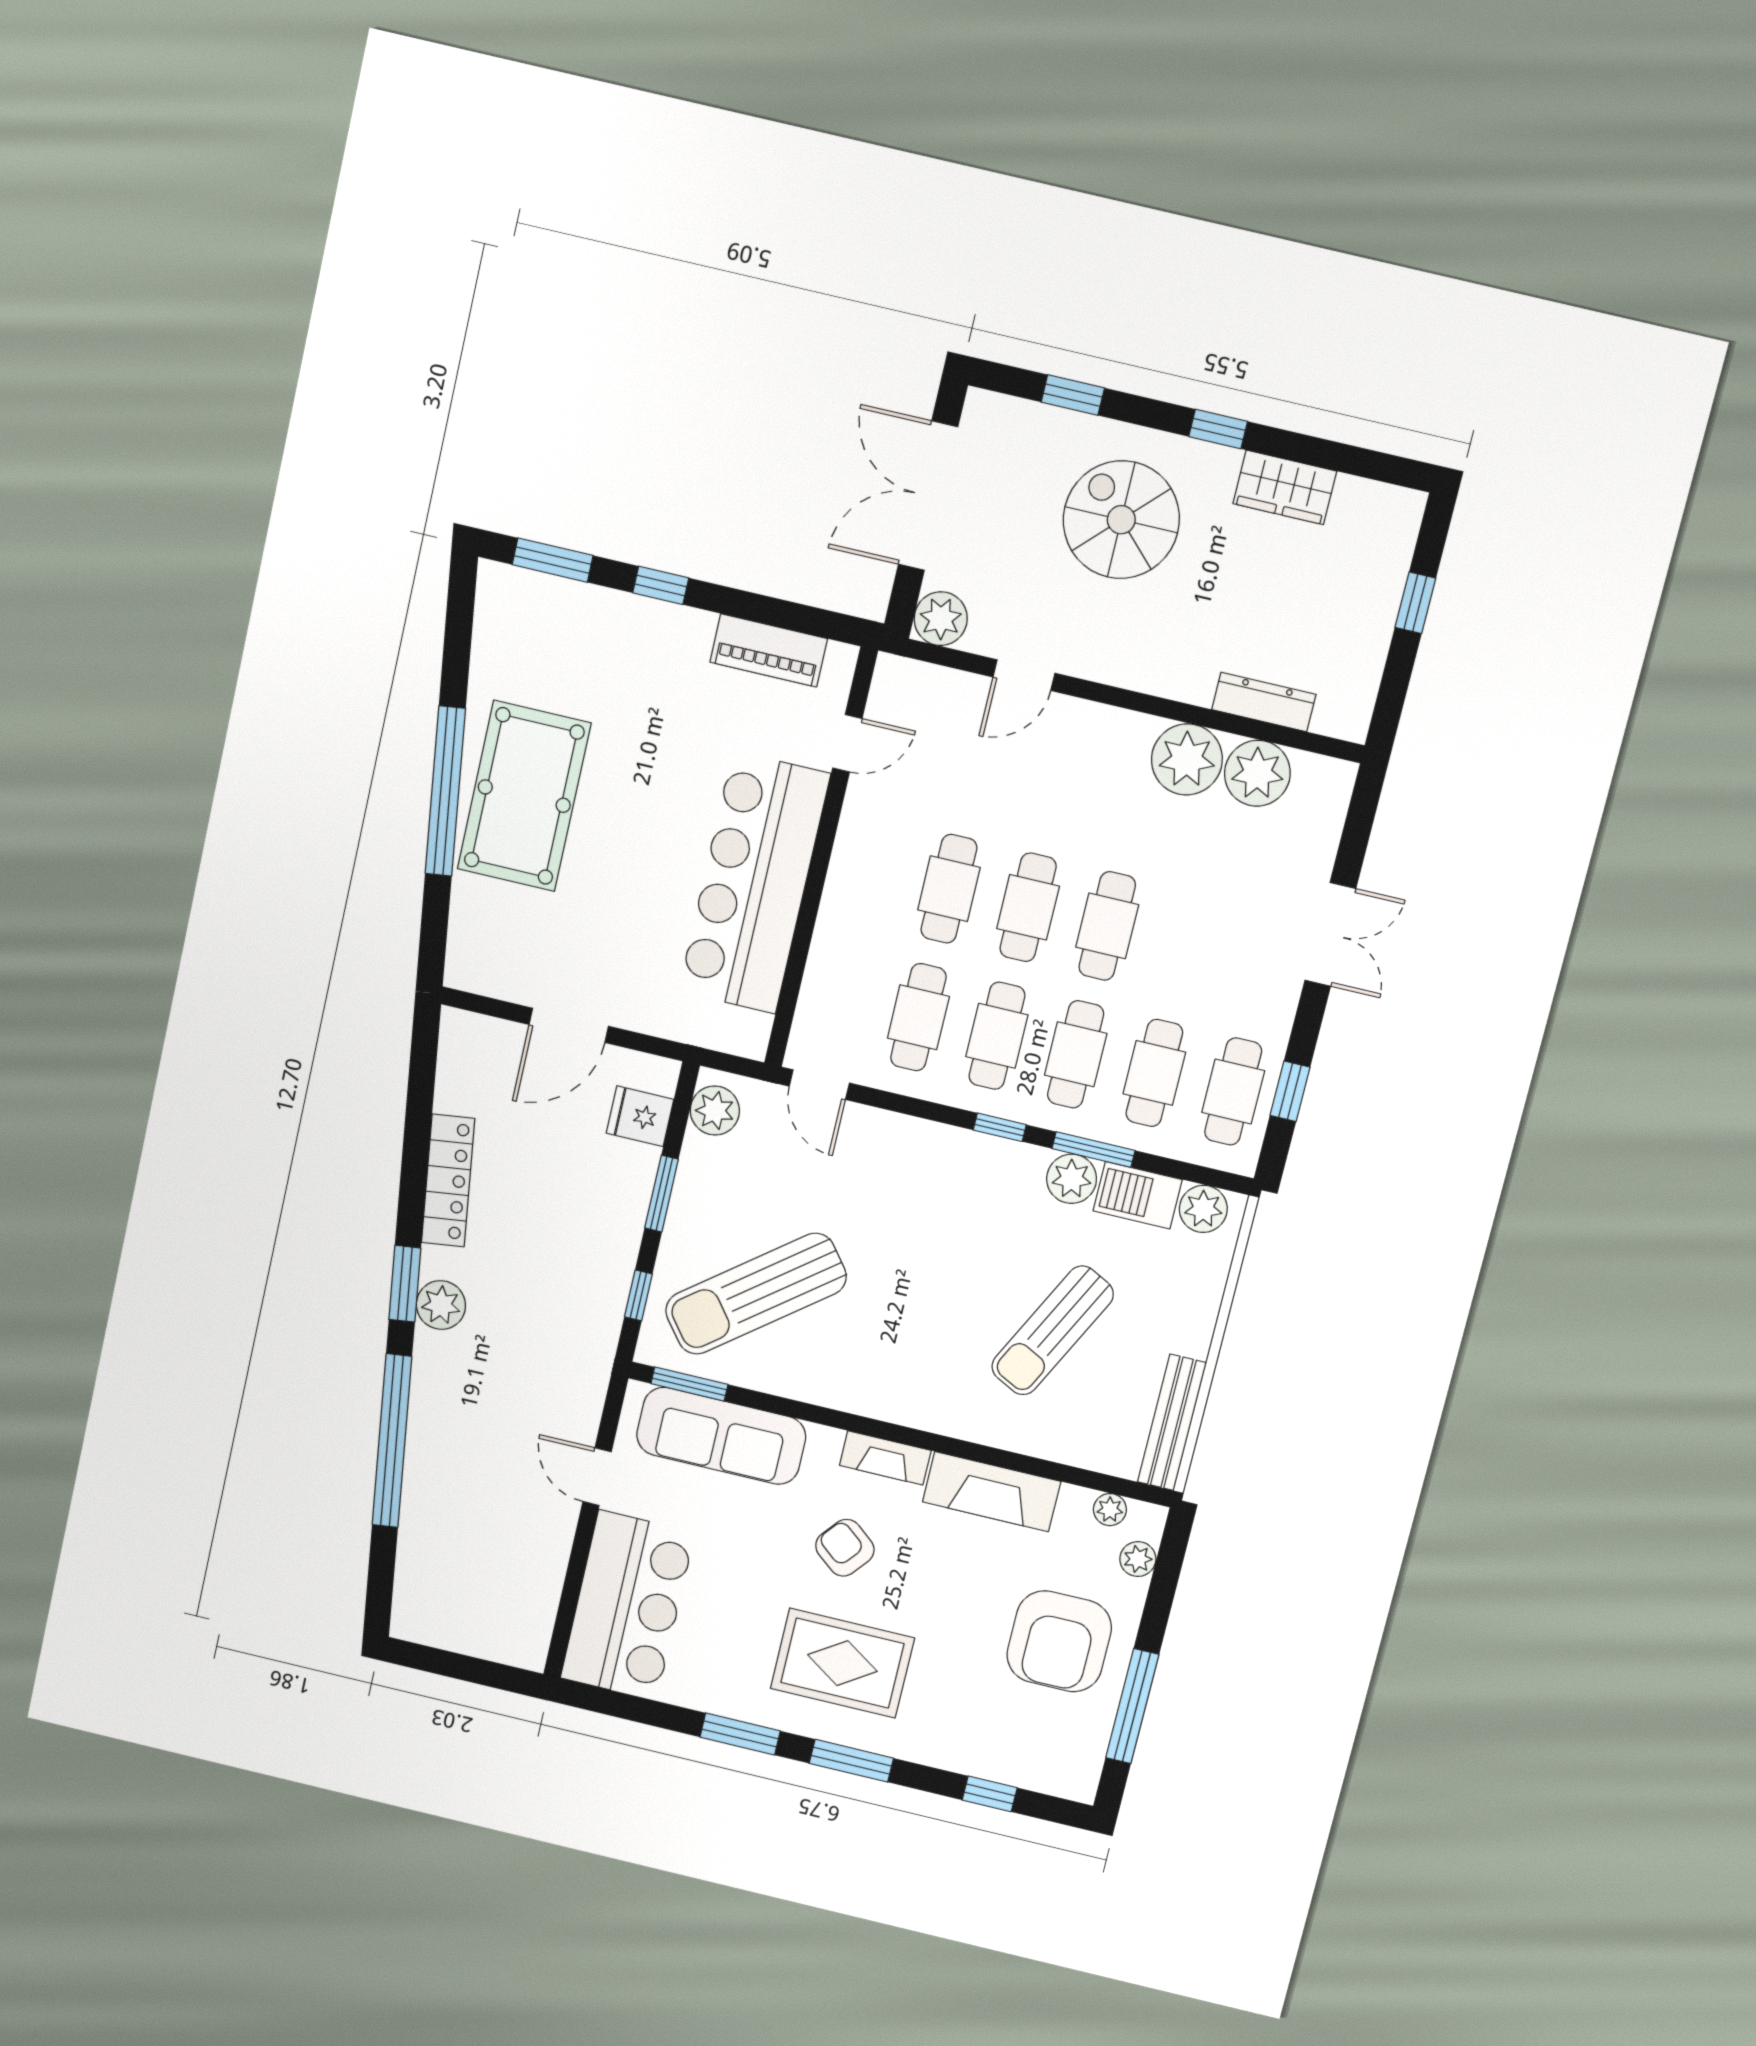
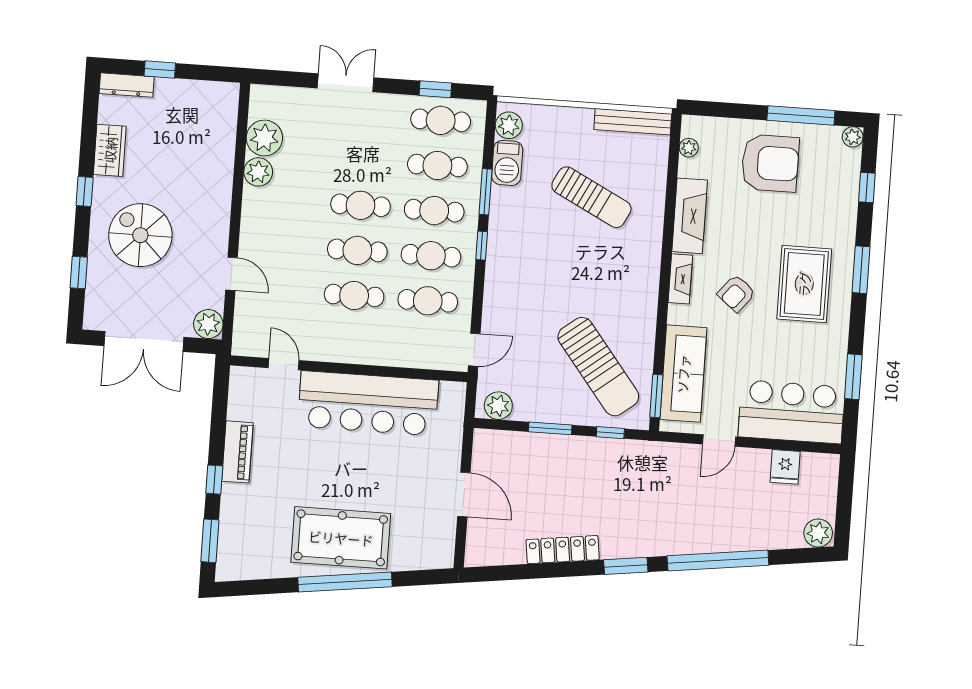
spiral stairs: (1121, 520) -> (140, 235), turned 90
piano: (769, 650) -> (237, 452), moved
dresser: (1264, 702) -> (127, 85), moved, turned -90
plant: (1187, 759) -> (258, 172), width x0.73, depth x0.73
fridge: (640, 1116) -> (785, 467), moved
plant: (1072, 1179) -> (504, 201), removed
plant: (441, 1305) -> (818, 533), moved
plant: (1138, 1559) -> (853, 137), moved
window: (740, 1734) -> (853, 377), moved

